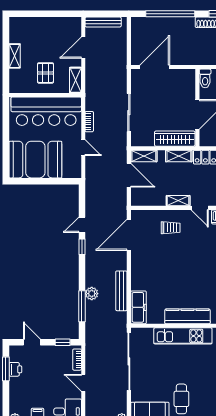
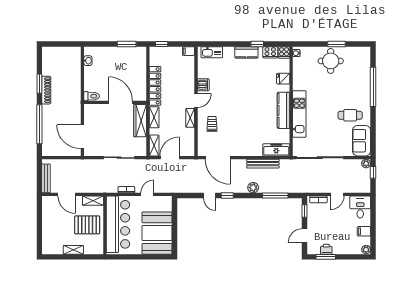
pallet: (45, 73) -> (87, 225), width x1.50, depth x1.42
plant: (92, 294) -> (253, 188), moved

